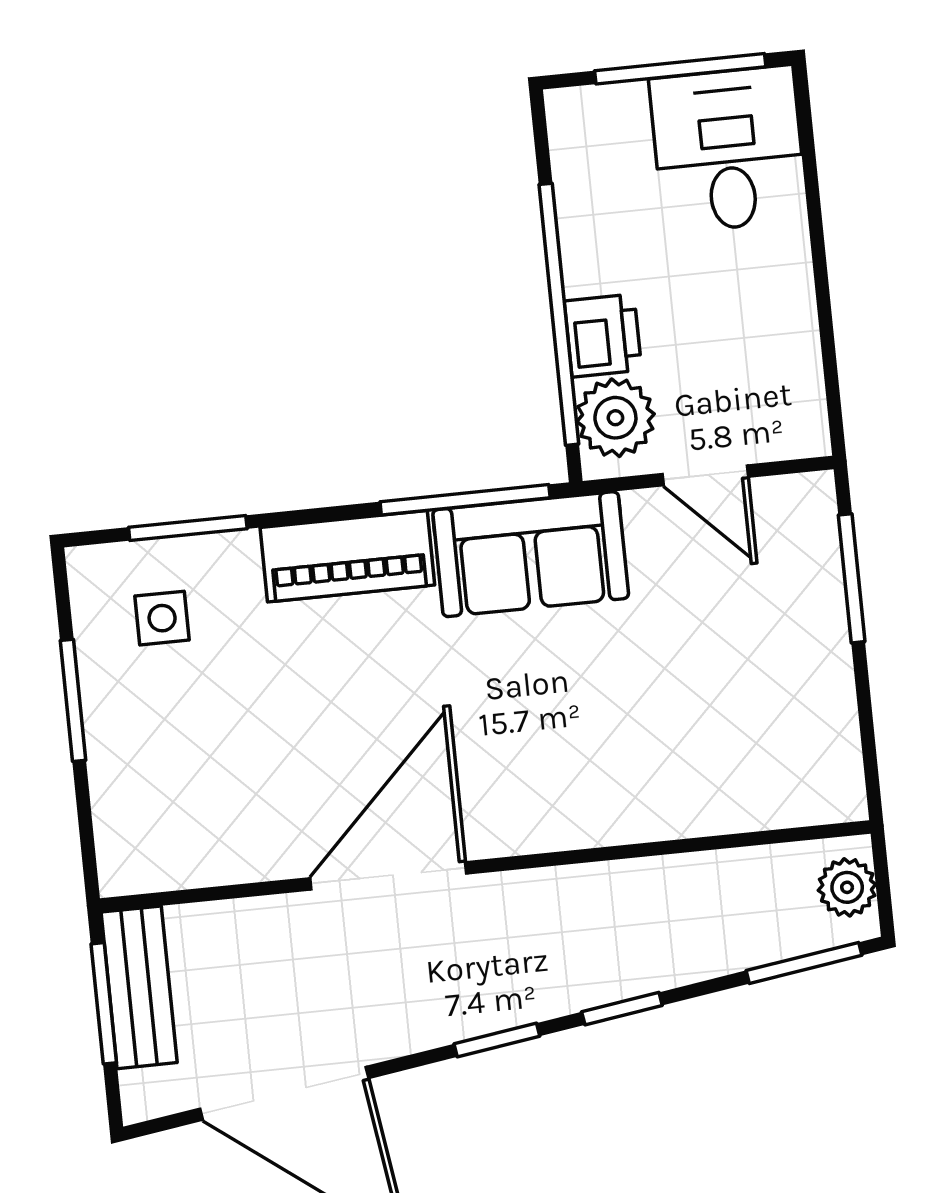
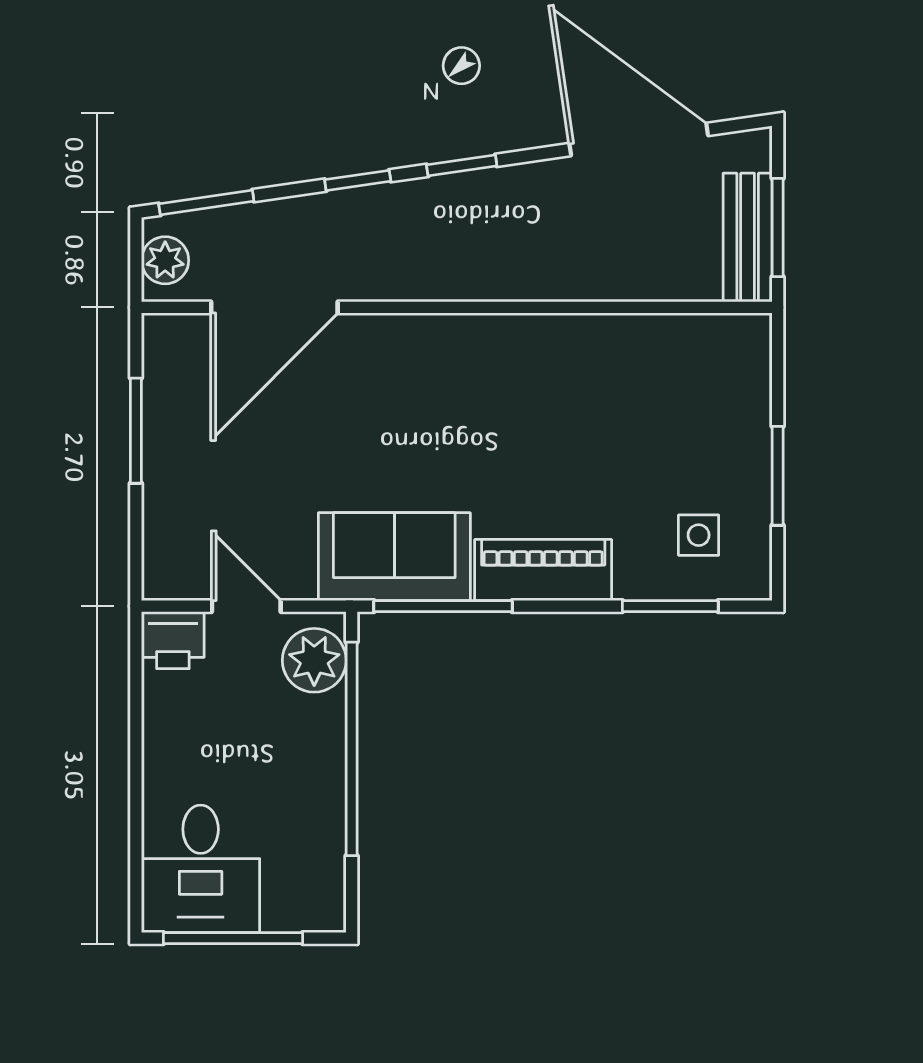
printer: (603, 336) -> (173, 640), moved, turned -90
window: (852, 578) -> (136, 431), moved
door: (388, 876) -> (274, 307), moved

